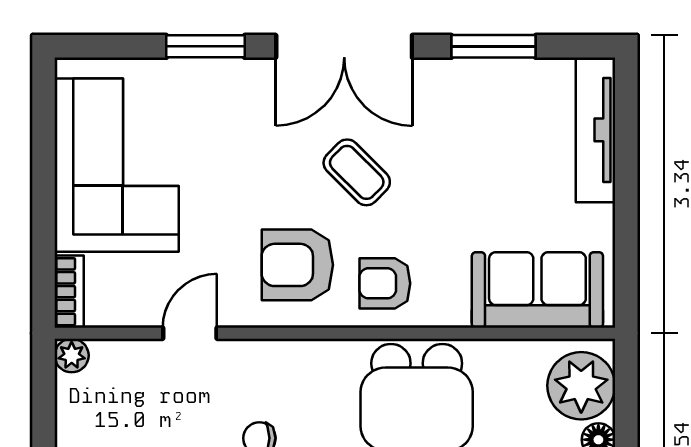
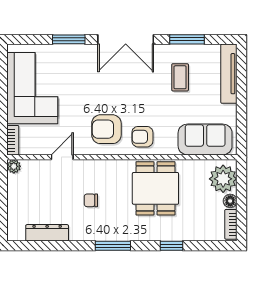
coffee table: (357, 172) -> (180, 77), moved, turned 45

